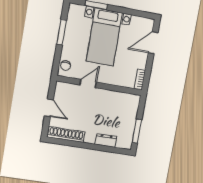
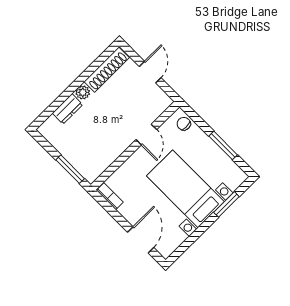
door: (49, 108) -> (150, 72), swing flipped
window: (137, 131) -> (70, 169), moved
plant: (90, 139) -> (83, 92), added

